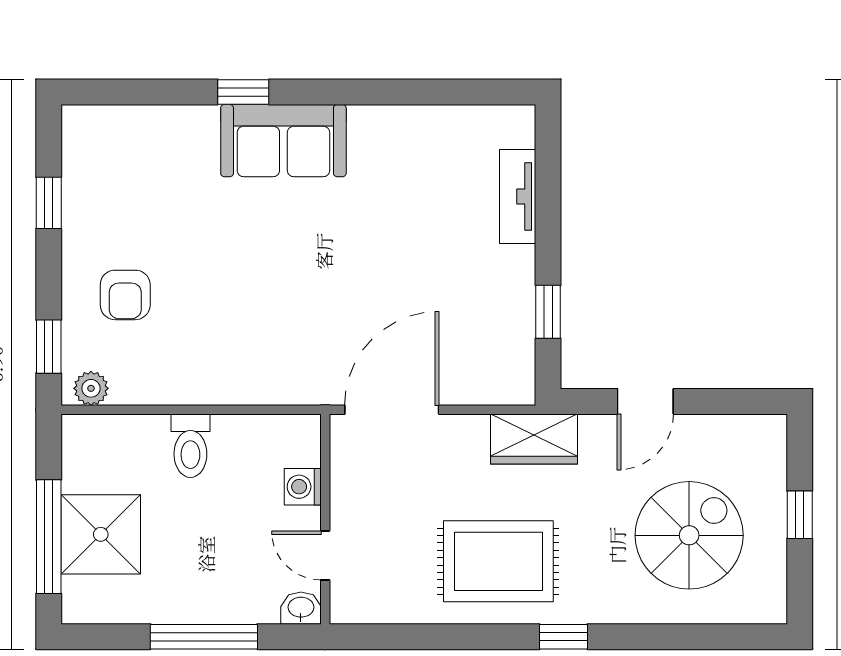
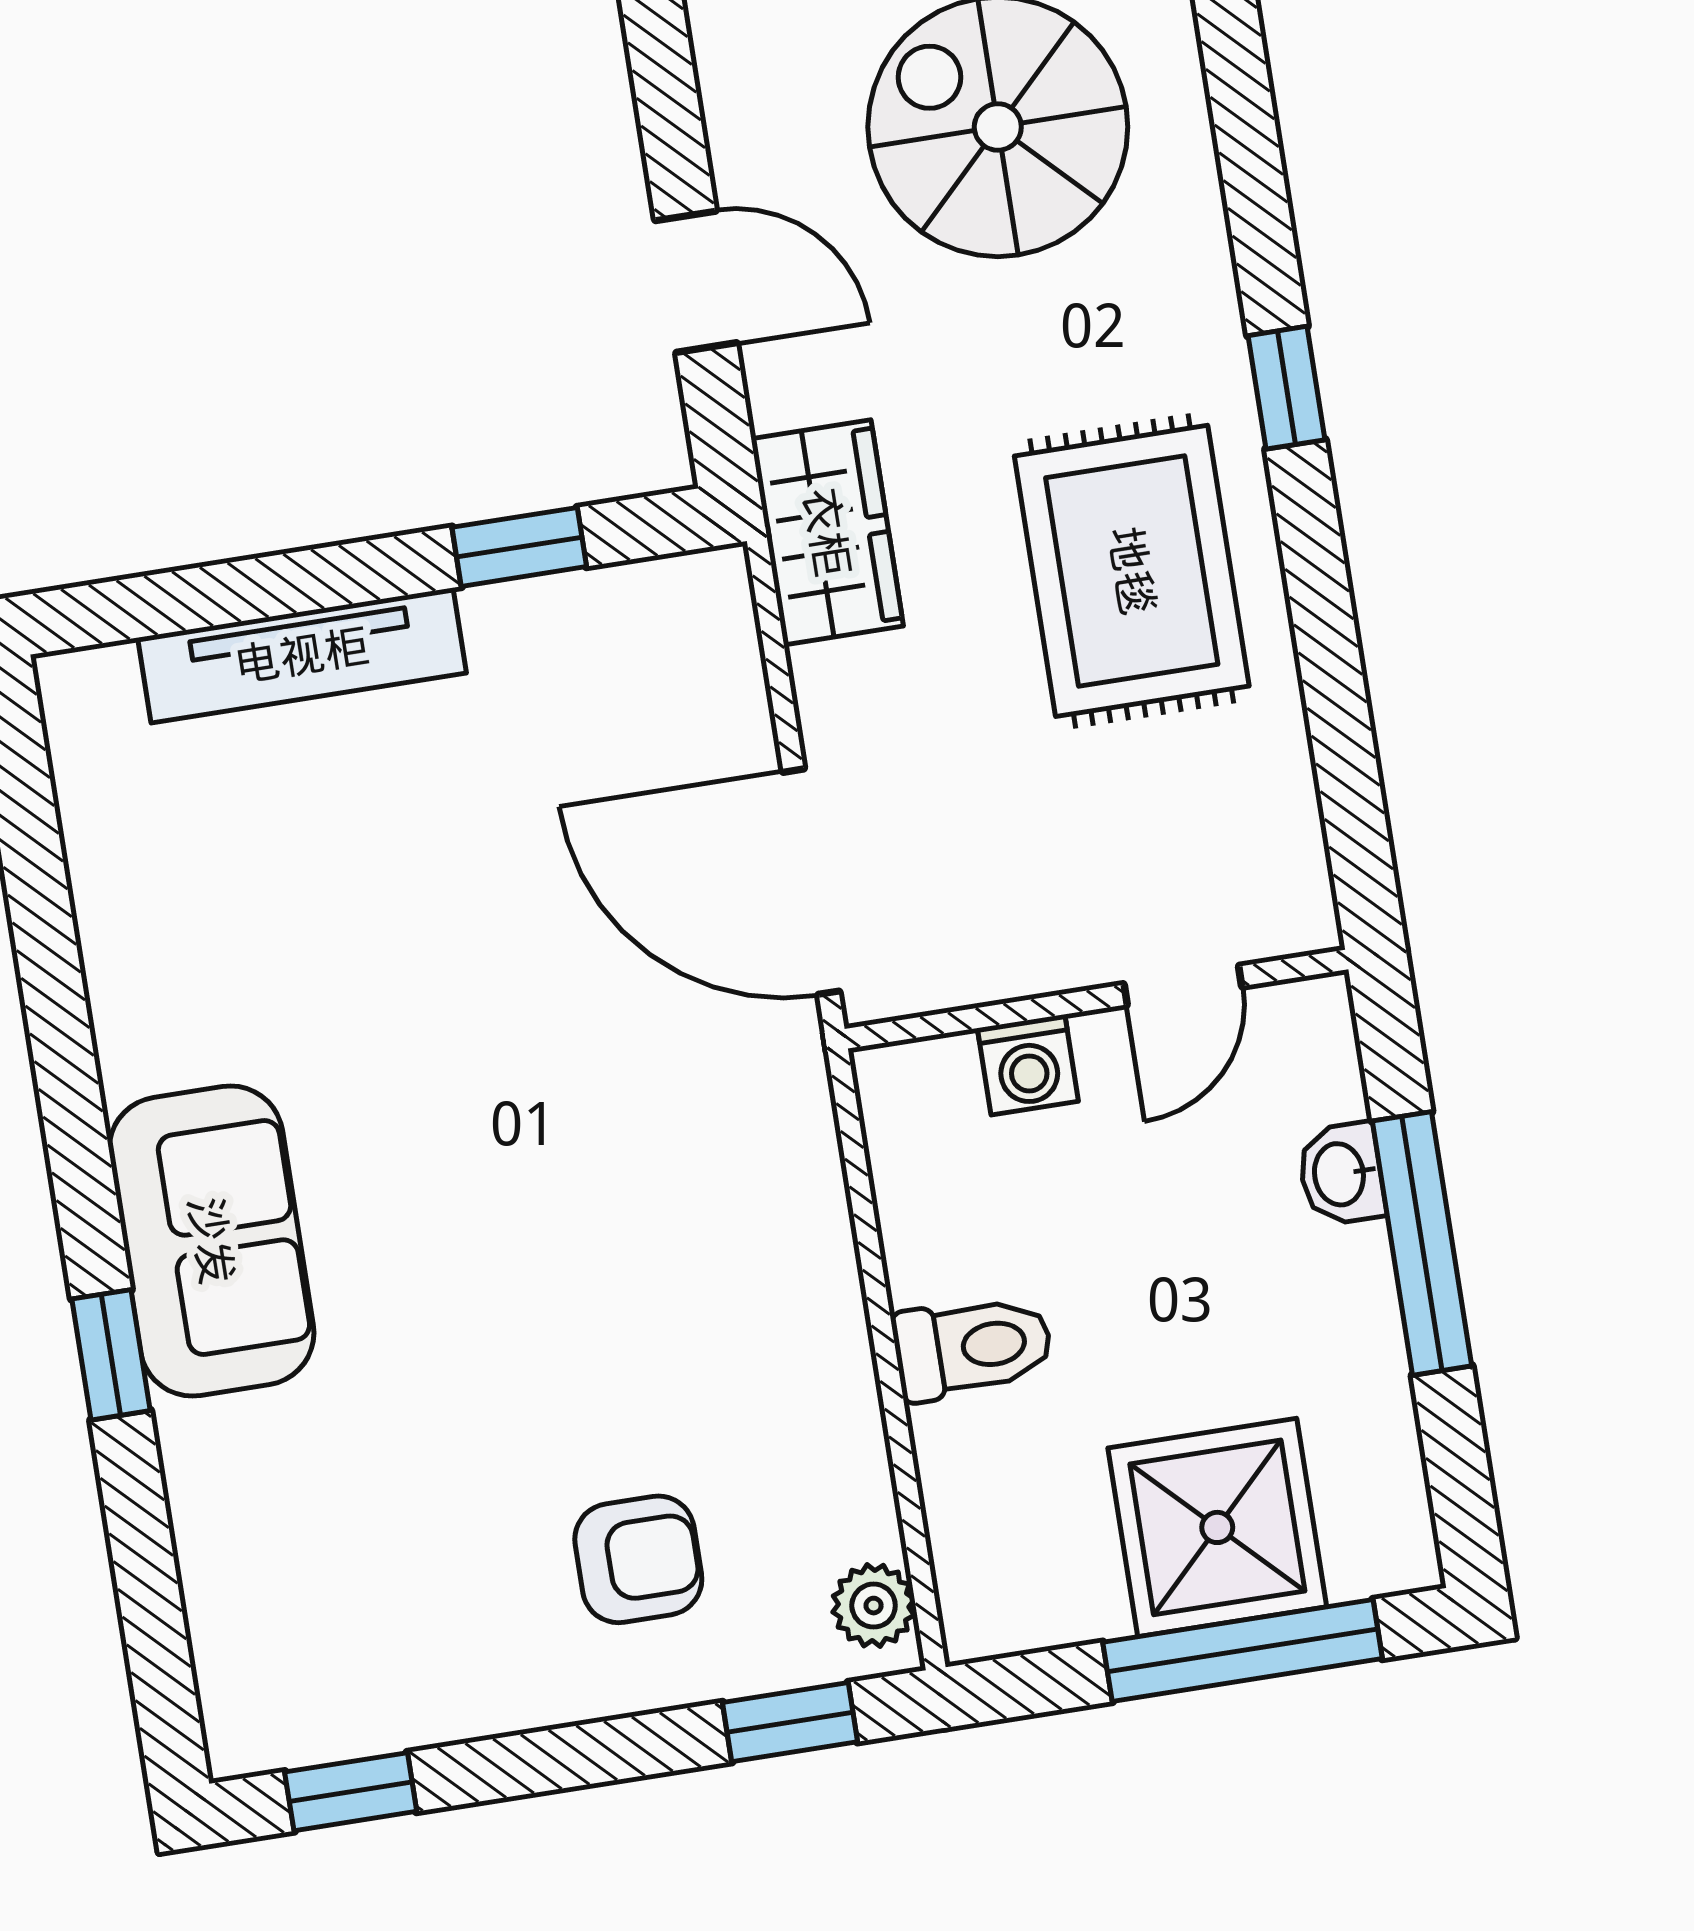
tv unit: (518, 196) -> (302, 655), width x1.41
window: (49, 203) -> (351, 1792), moved
washbasin: (301, 608) -> (1341, 1174), moved

